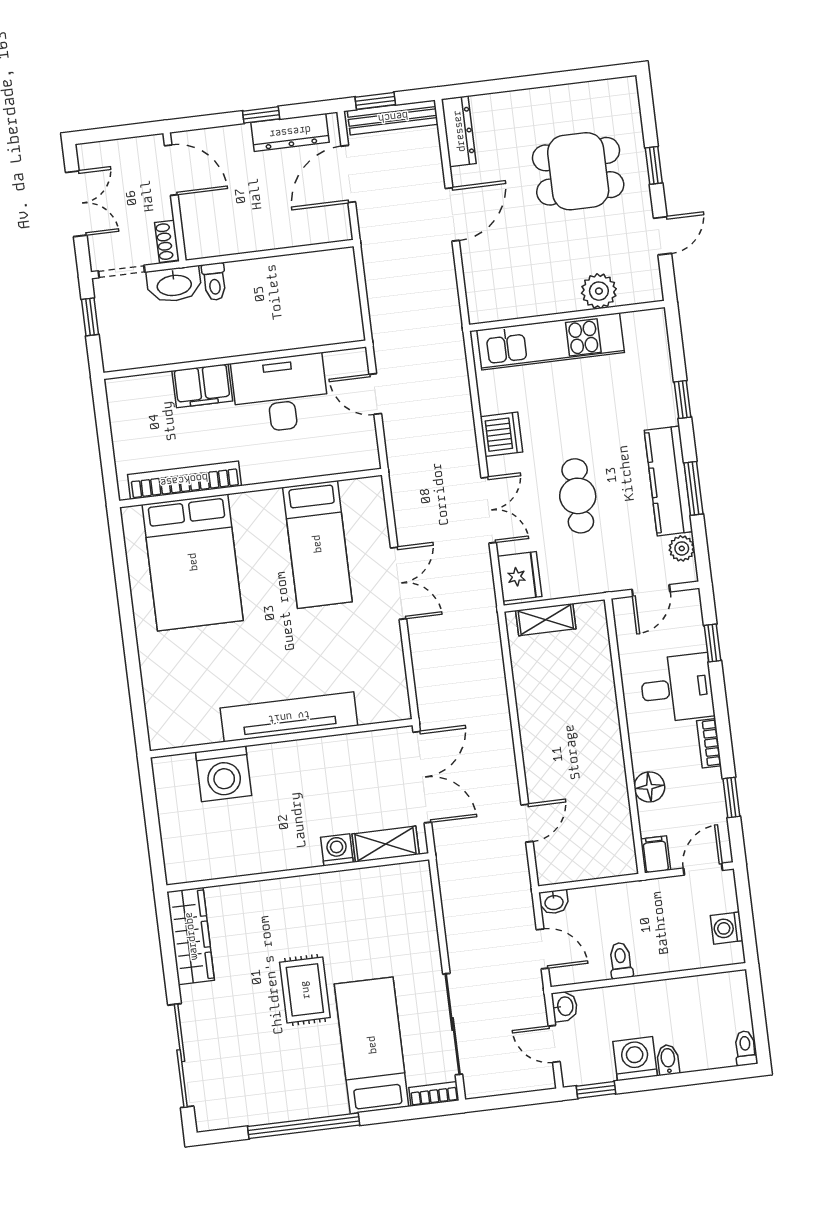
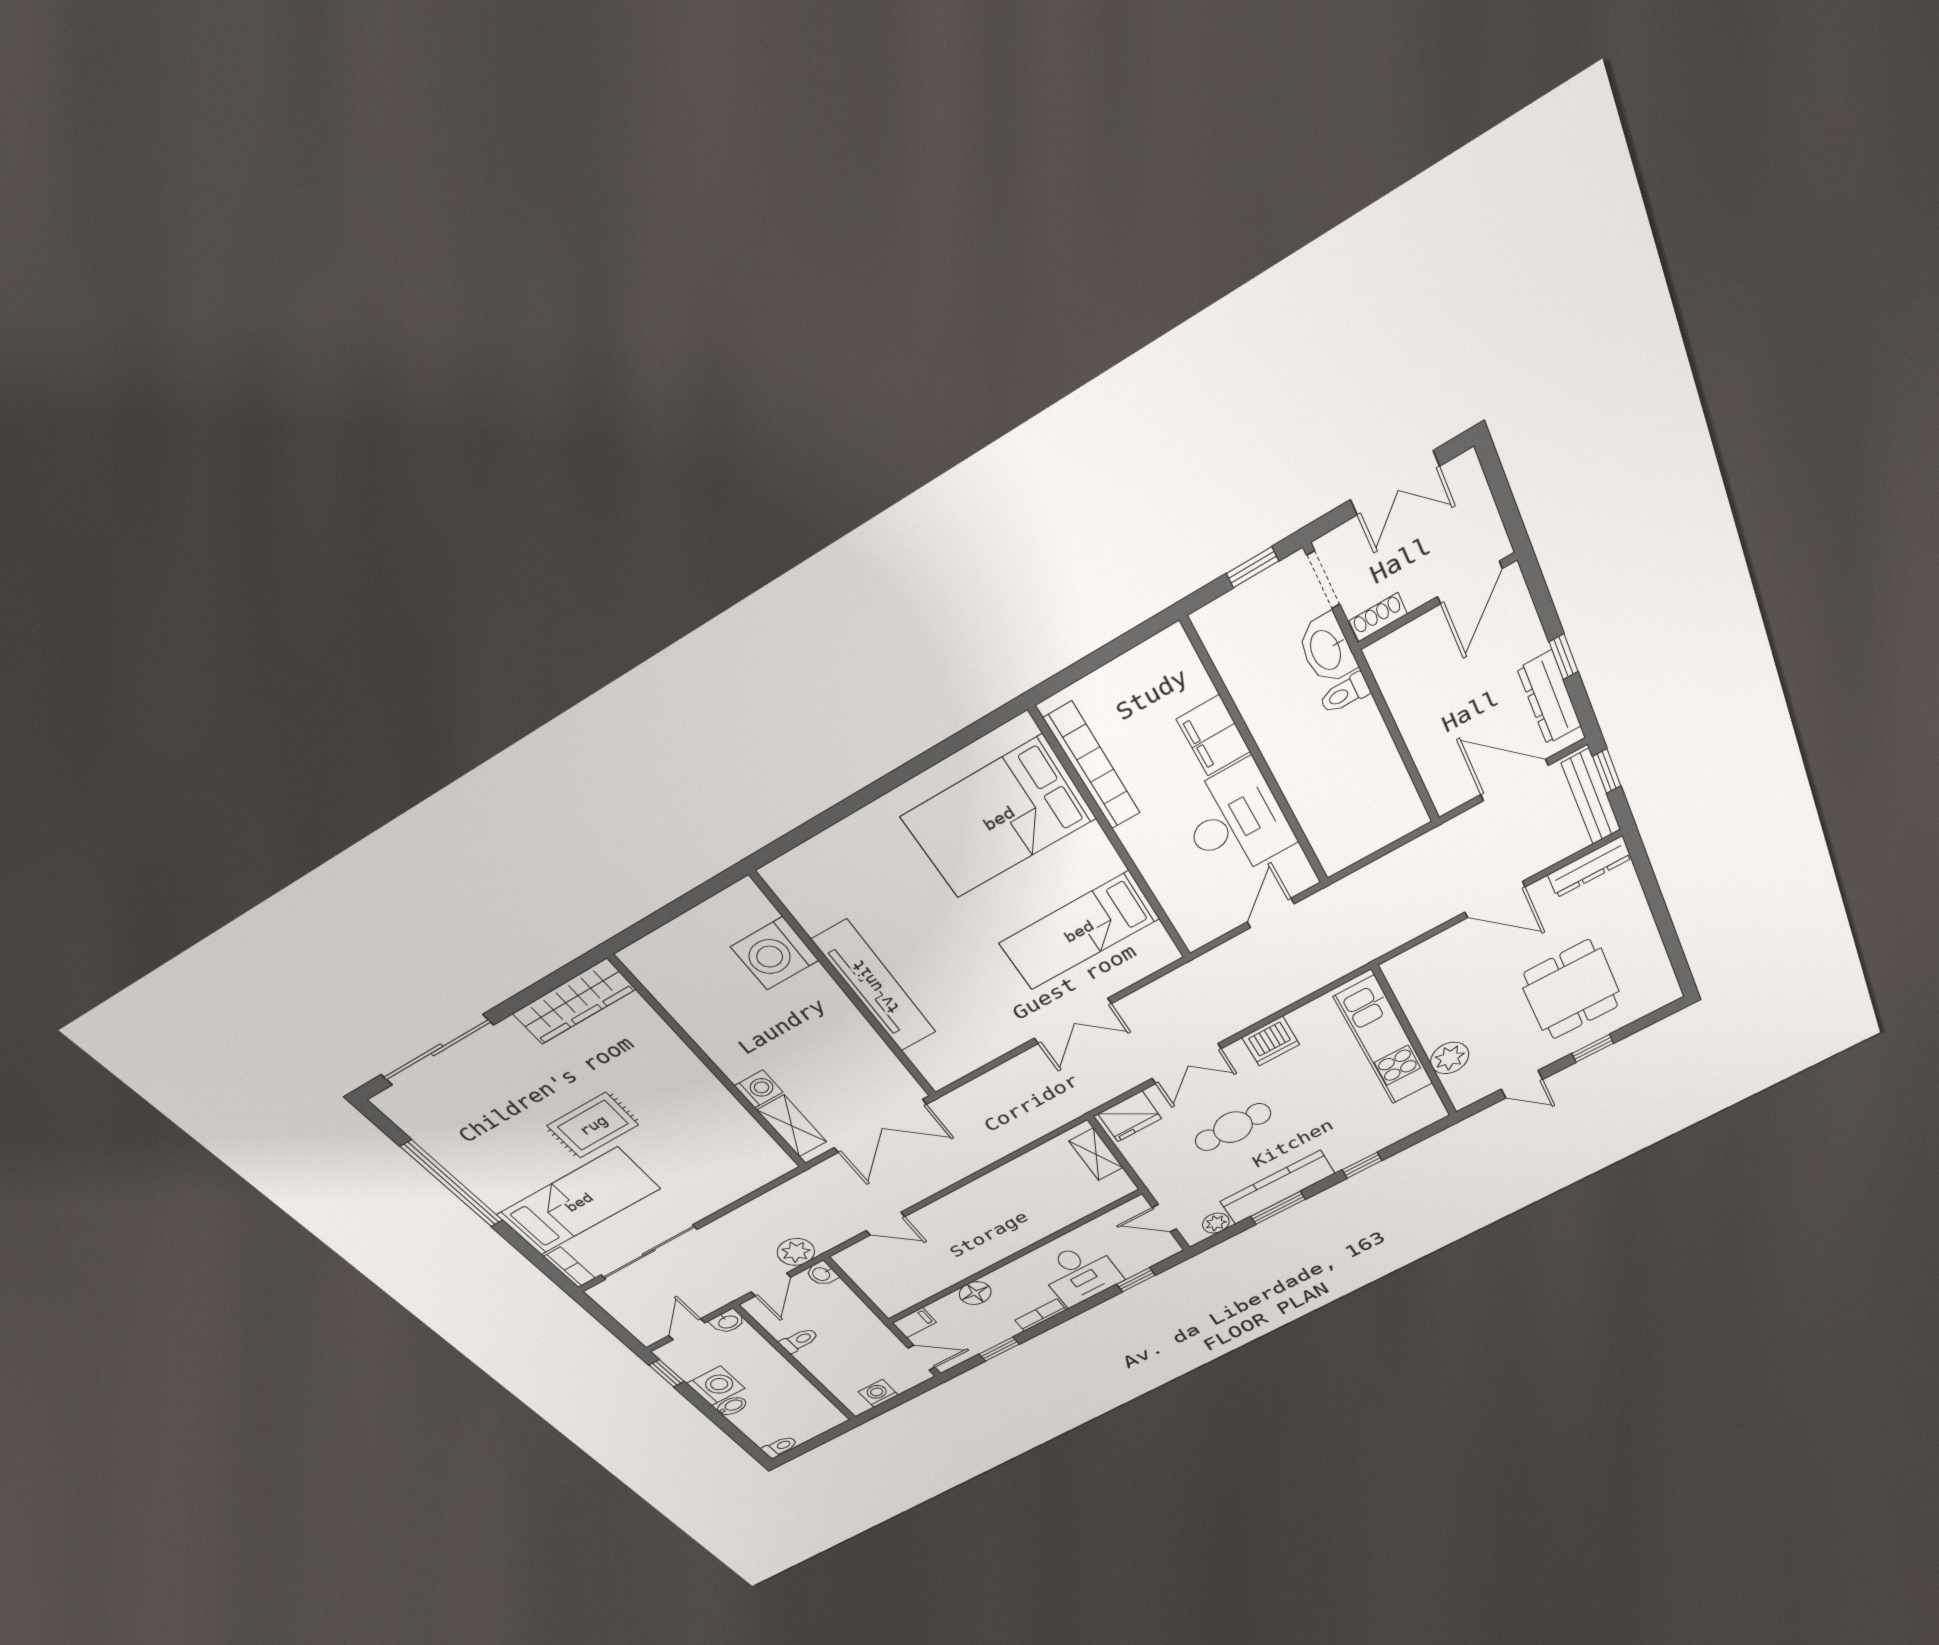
plant: (518, 910) -> (796, 1252), added

